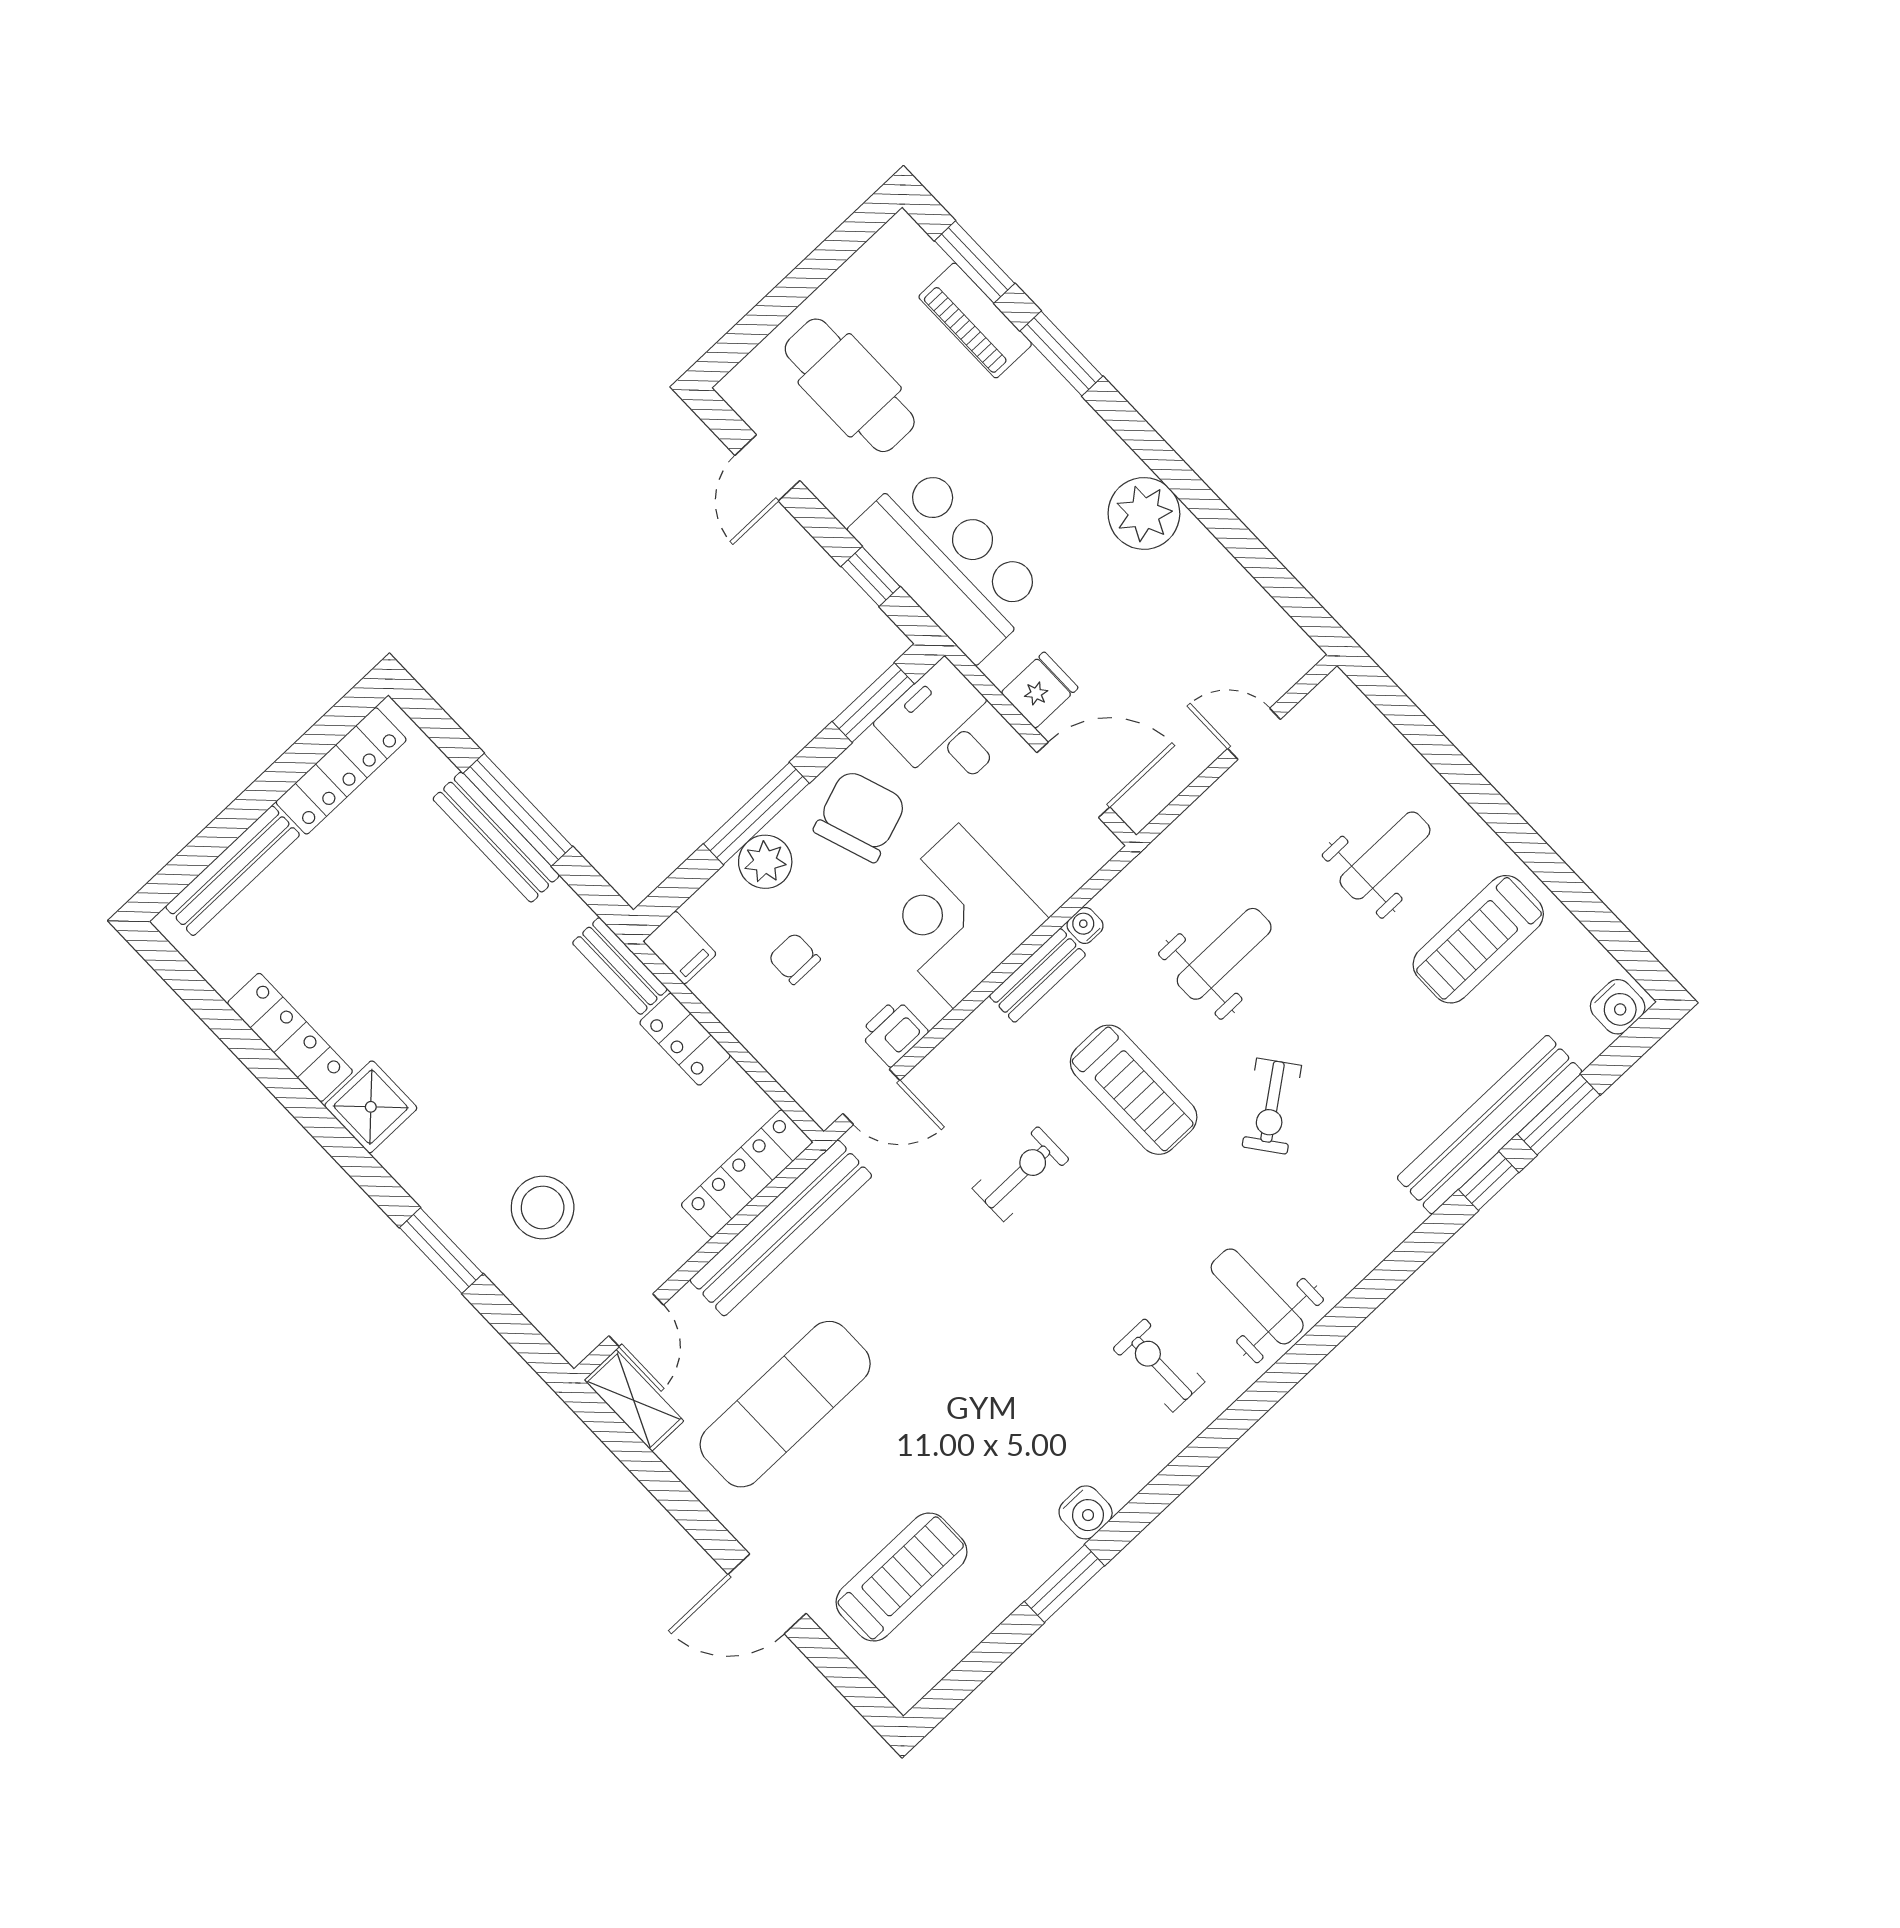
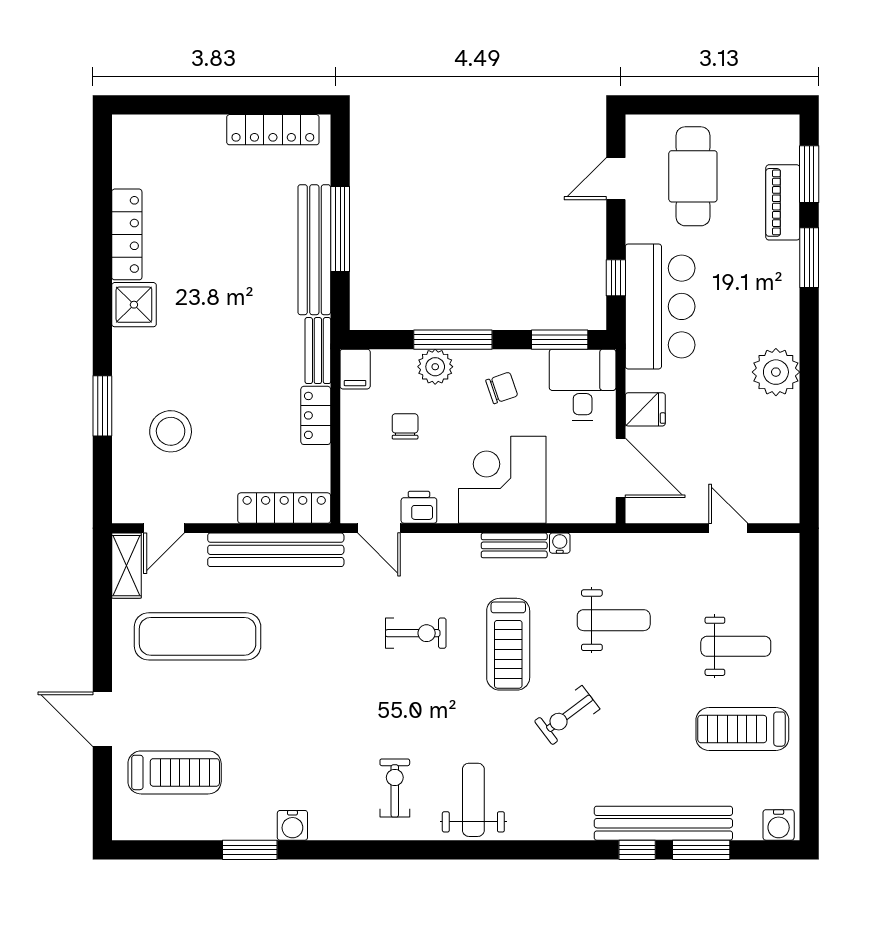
chair: (860, 816) -> (502, 388), width x0.54, depth x0.54
bench: (496, 837) -> (314, 250), width x1.37, depth x1.21
bench: (233, 871) -> (175, 128), removed

